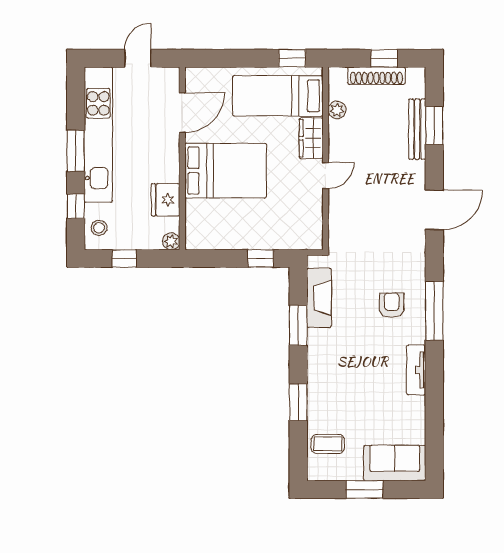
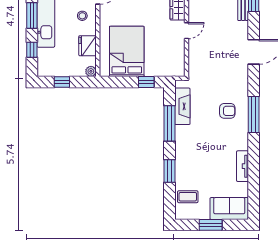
bed: (226, 171) -> (127, 51), moved, turned -90
stool: (99, 228) -> (82, 16), moved
armchair: (392, 305) -> (227, 111), turned 90
window: (298, 325) -> (170, 123), width x1.44
tv unit: (416, 370) -> (243, 166), moved

